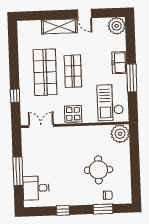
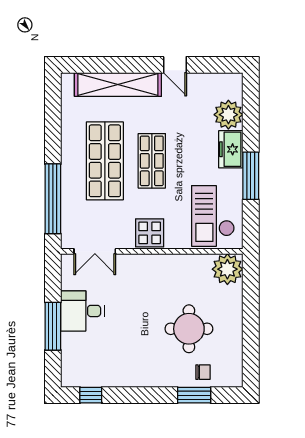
shelving: (59, 26) -> (118, 84), width x1.47
plant: (117, 26) -> (228, 115), moved
window: (15, 96) -> (53, 199), width x3.17
double door: (41, 126) -> (95, 251), swing flipped
desk: (36, 188) -> (82, 311), moved
window: (63, 210) -> (91, 395), moved

